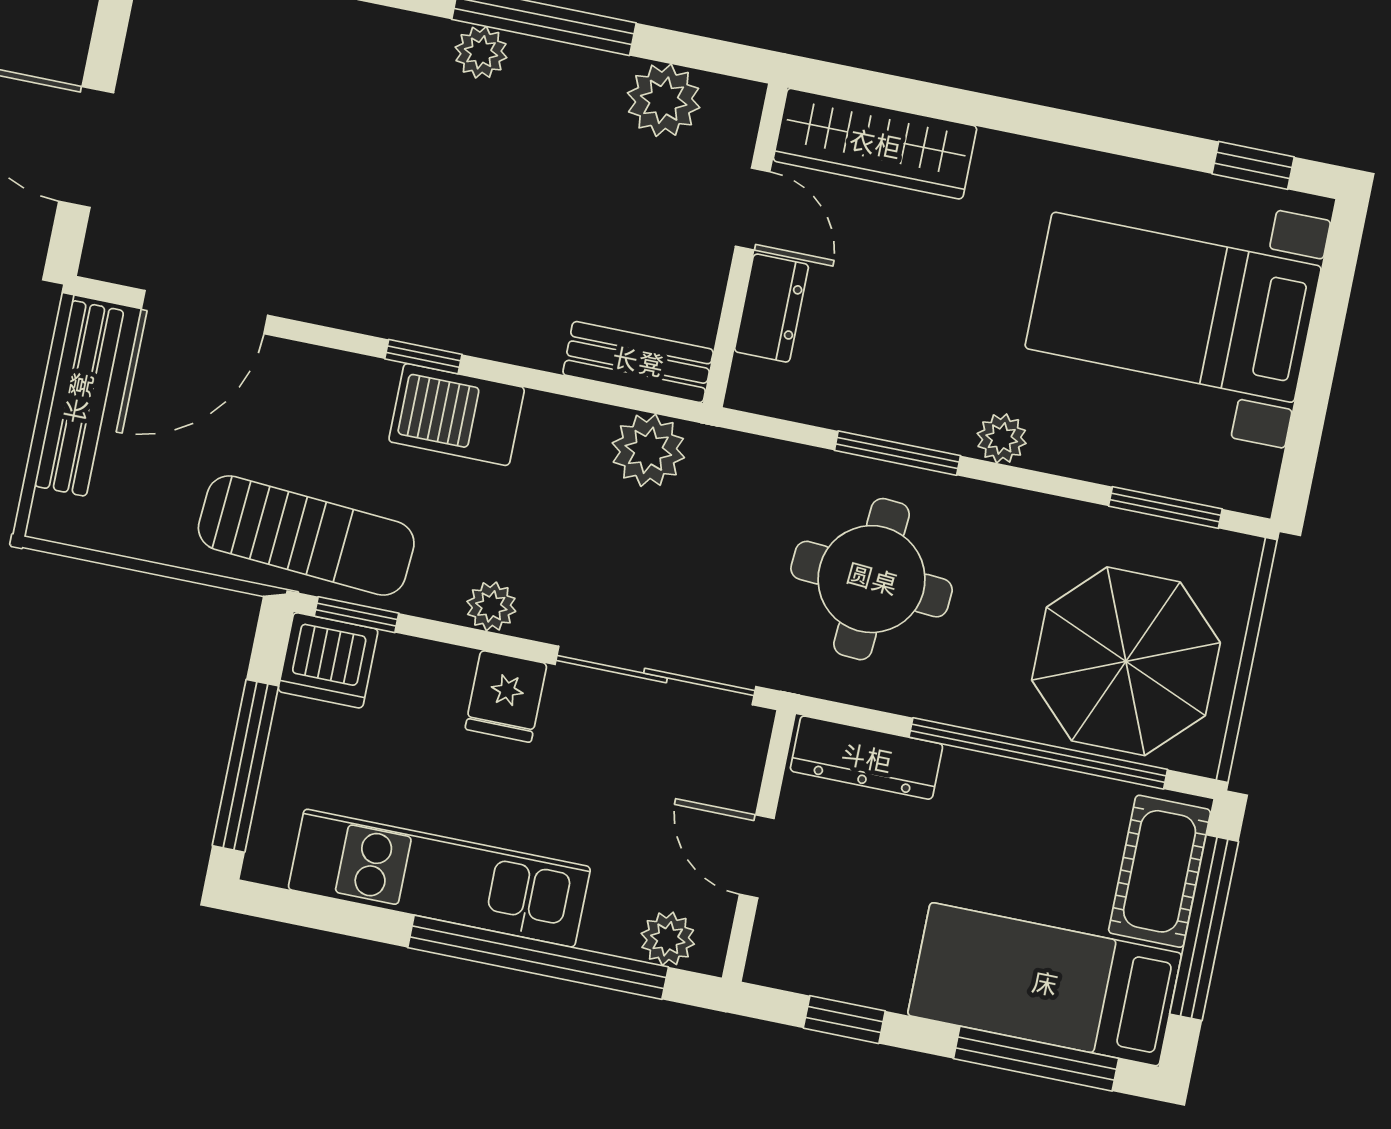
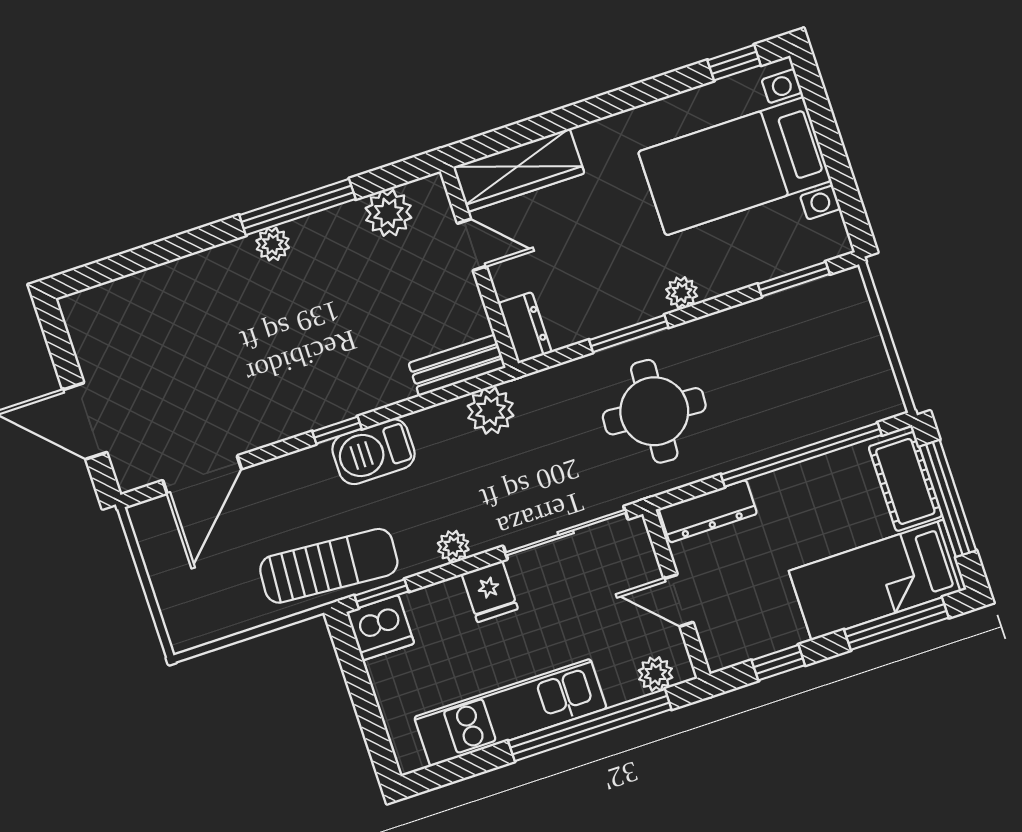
dresser: (771, 308) -> (525, 328), moved
bench: (79, 398) -> (160, 562), removed
parasol: (1126, 661) -> (821, 376), removed
window: (245, 766) -> (368, 712), removed

